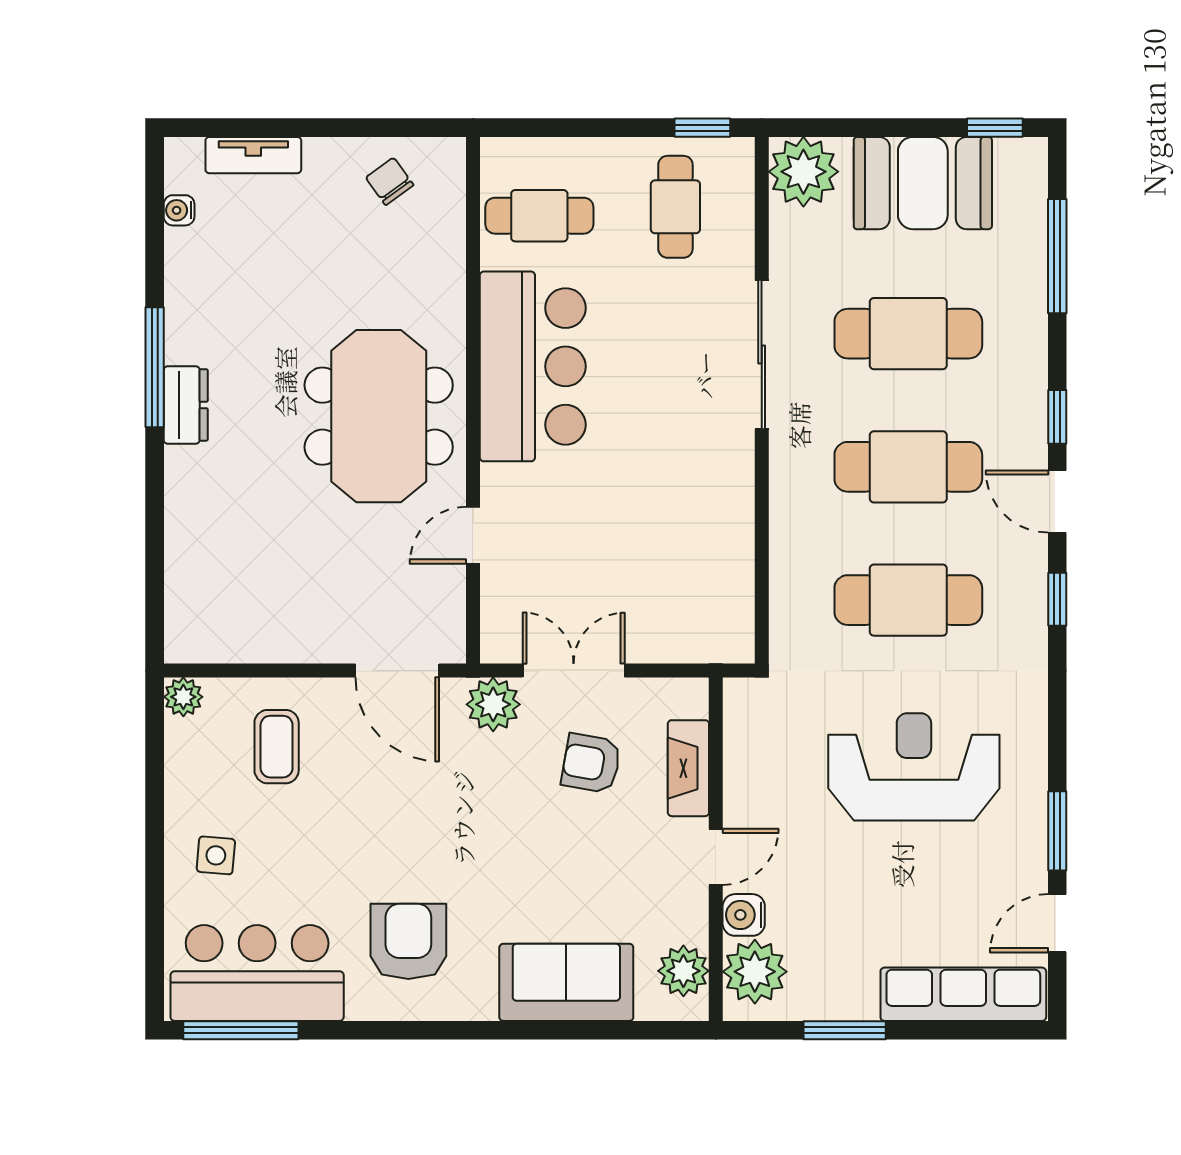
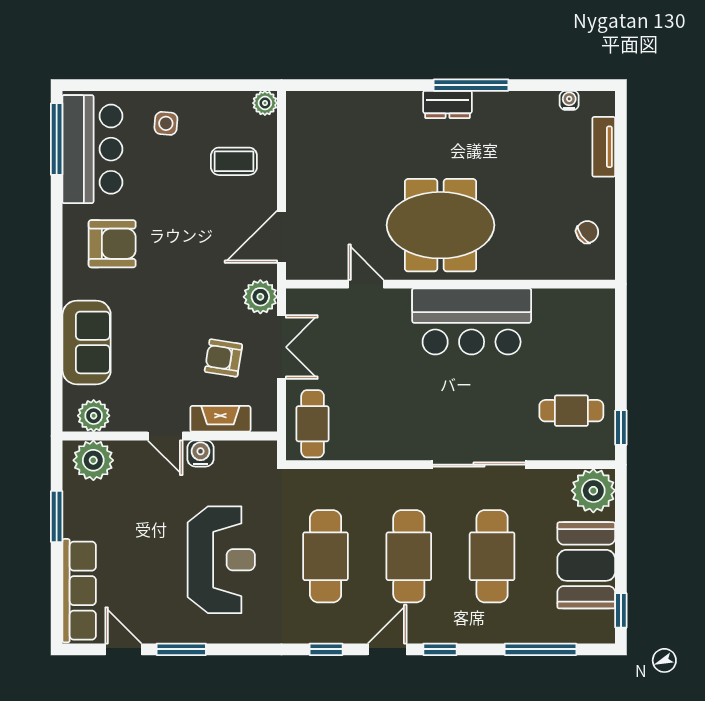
cafe table: (539, 216) -> (313, 424), moved
armchair: (591, 763) -> (223, 358), turned -91
water cooler: (744, 915) -> (201, 453), moved

